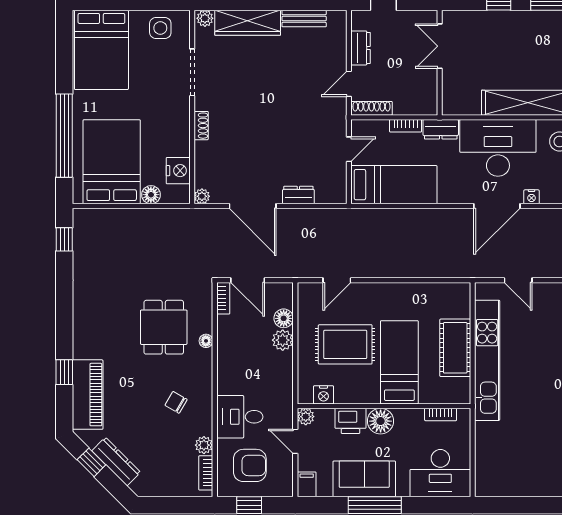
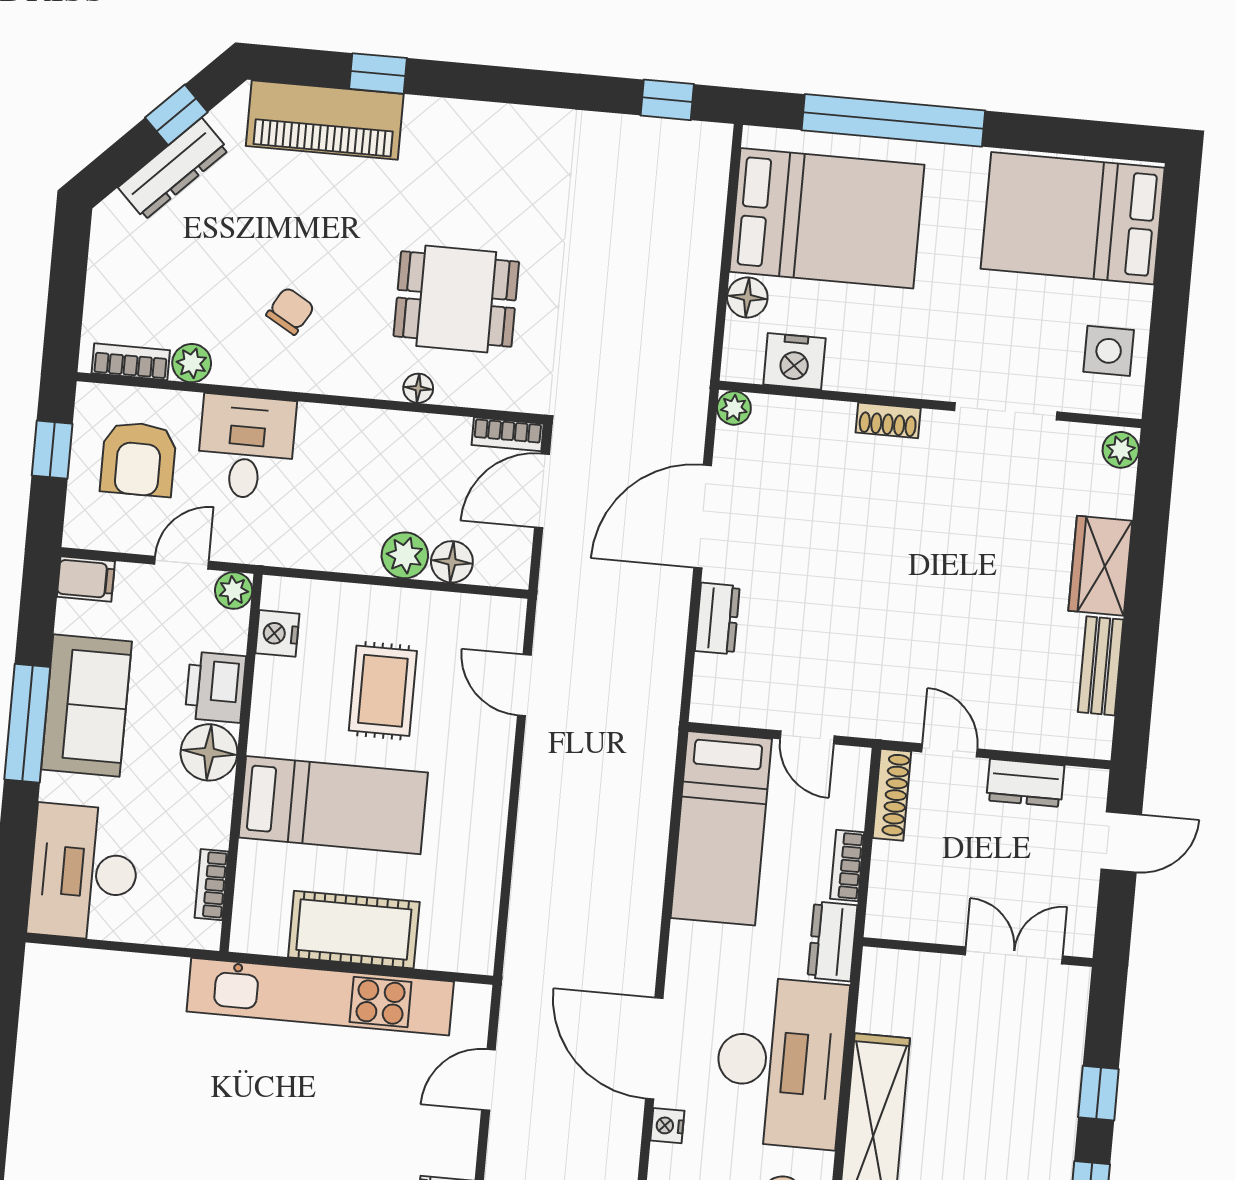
wardrobe: (248, 23) -> (1100, 566), width x0.67
rug: (345, 344) -> (383, 691), width x0.73, depth x0.70

